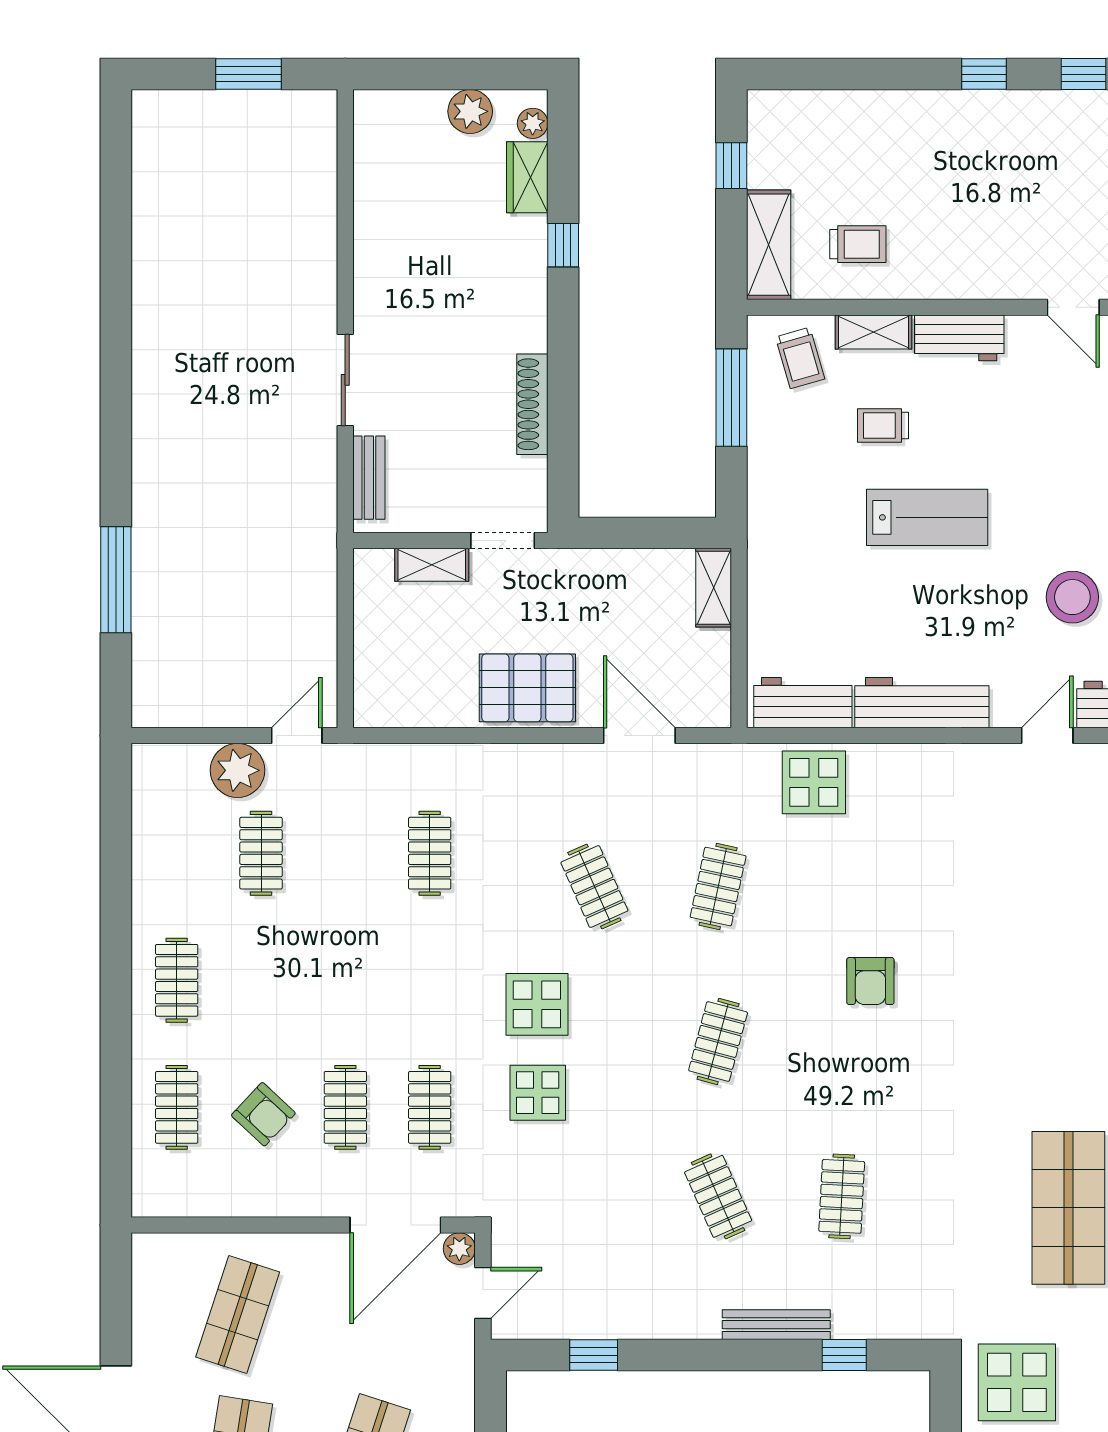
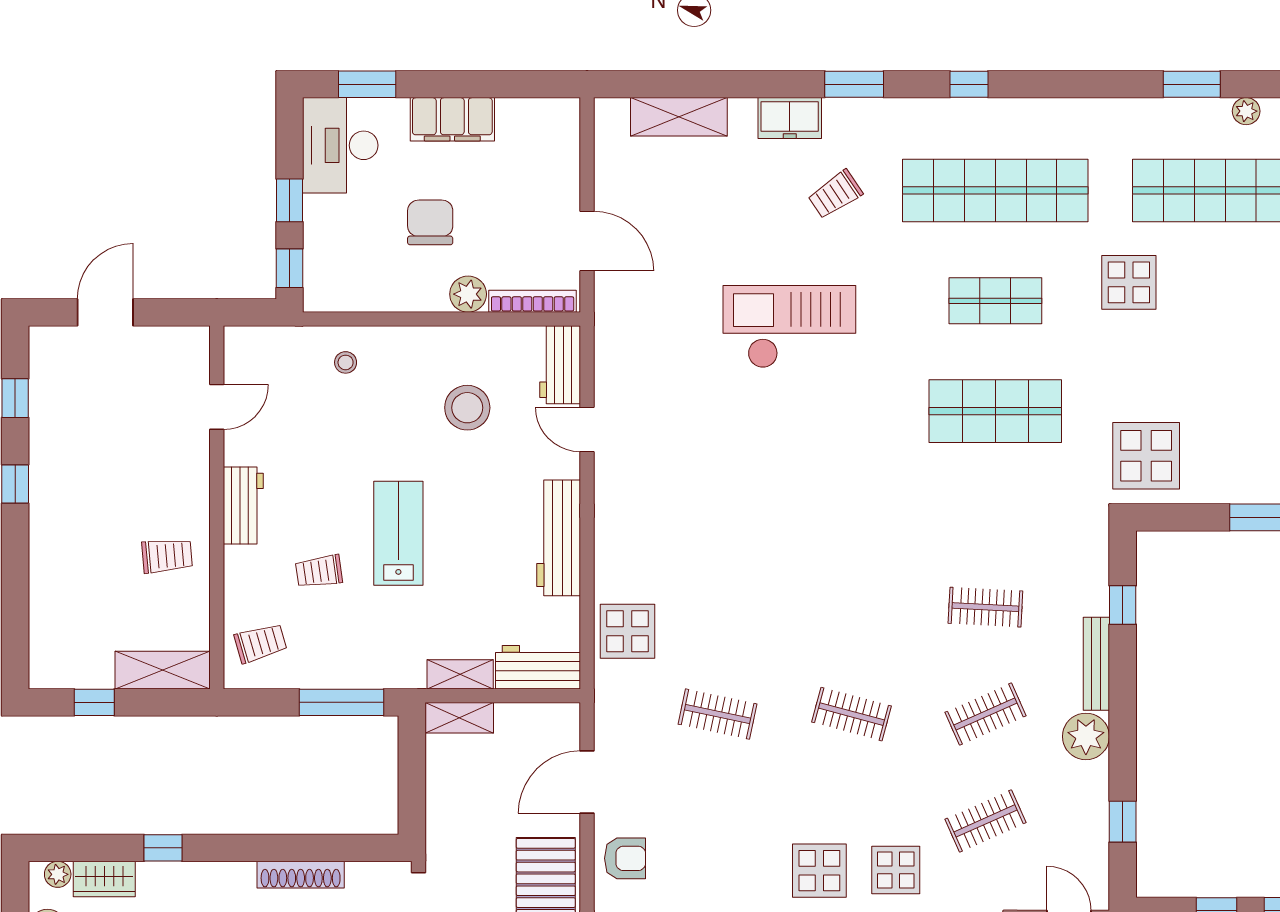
trolley: (858, 244) -> (167, 556), moved, turned 85
shelving: (874, 332) -> (460, 674), moved, turned 90
window: (731, 398) -> (341, 702), moved
trolley: (883, 425) -> (319, 571), turned 82
workbench: (803, 703) -> (538, 667), moved, turned 90
clothes rail: (594, 887) -> (985, 821), moved
armchair: (870, 981) -> (625, 858), moved
plant: (692, 1313) -> (1086, 736), added

